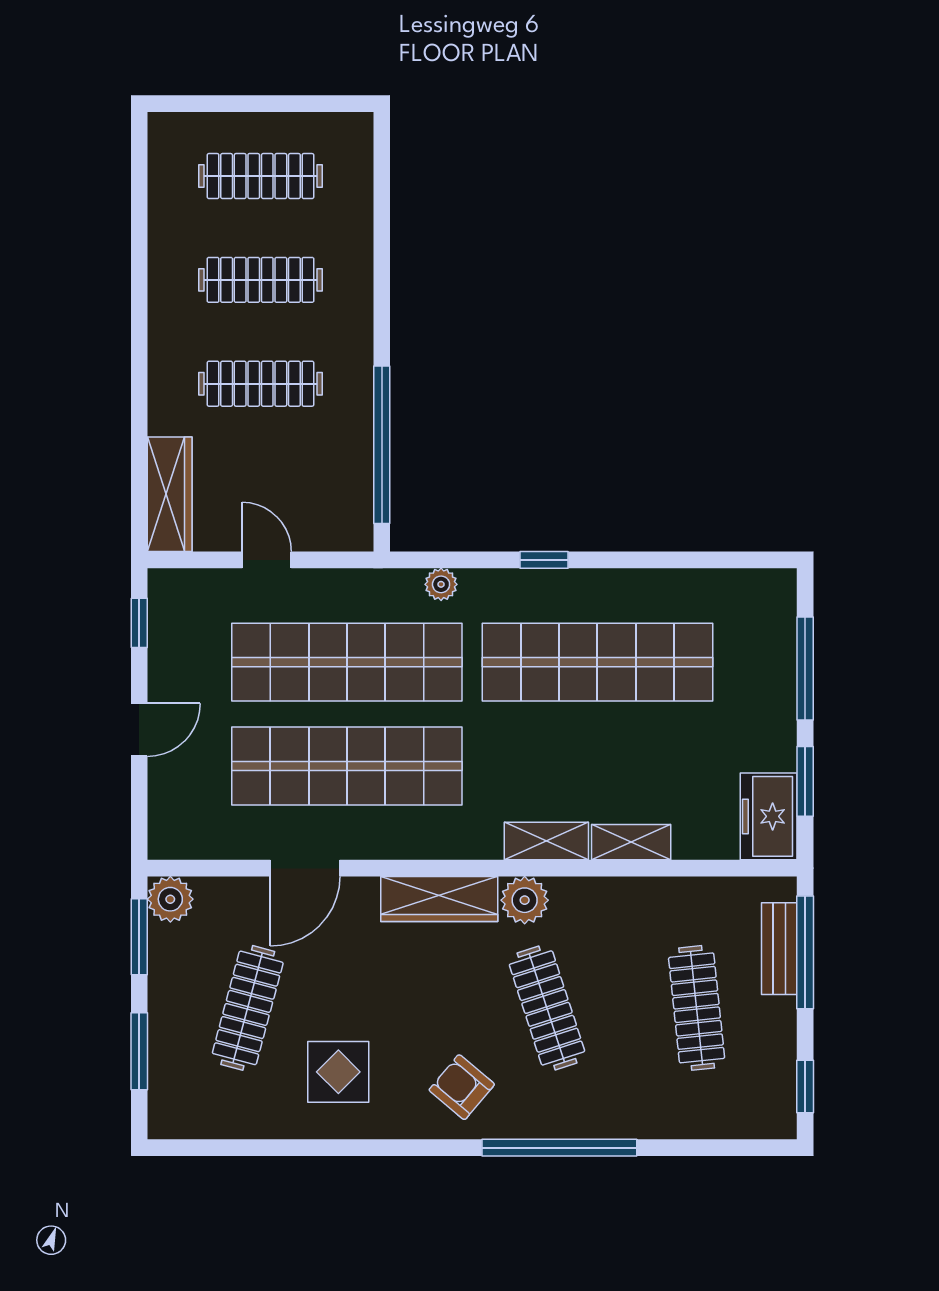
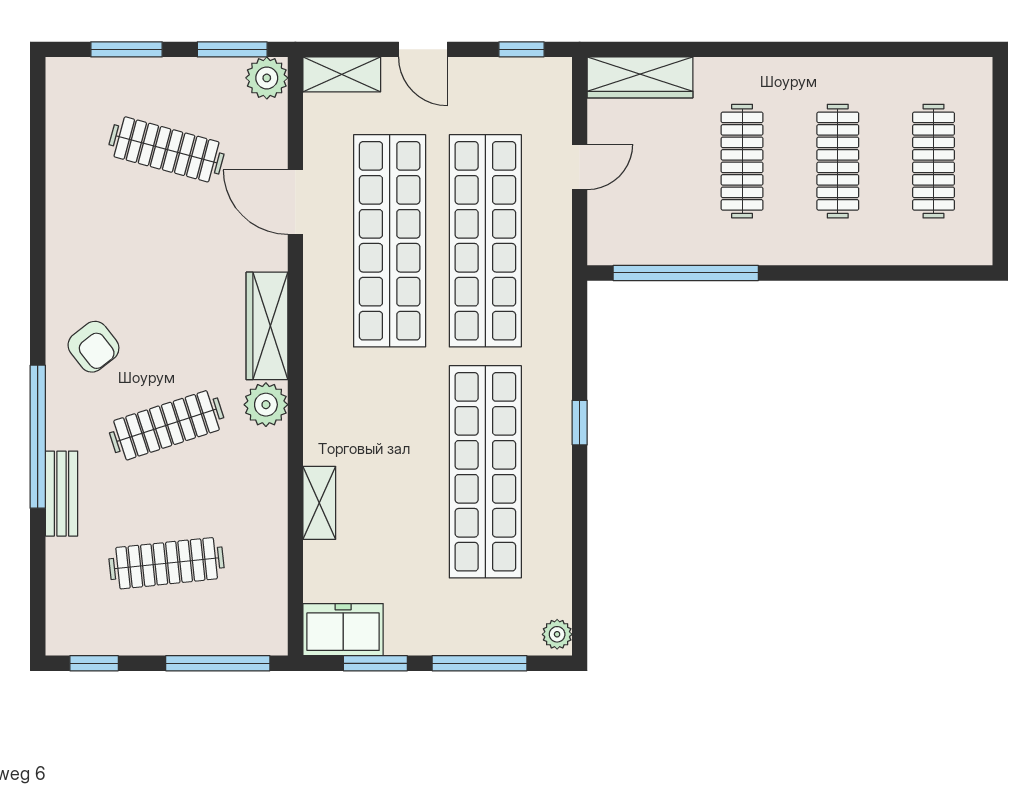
plant: (441, 584) -> (557, 634), moved
shelving: (546, 841) -> (342, 74), moved, turned 90
bench: (779, 949) -> (61, 494), moved, turned 90
display table: (338, 1072) -> (108, 233), removed
armchair: (462, 1087) -> (93, 347), turned 102

